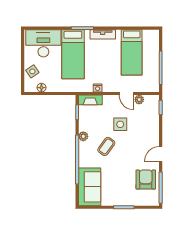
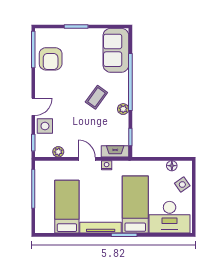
tv unit: (103, 34) -> (101, 228), width x1.41
door: (126, 93) -> (87, 159), moved
side table: (120, 124) -> (45, 126), moved
door: (161, 154) -> (33, 107), moved

